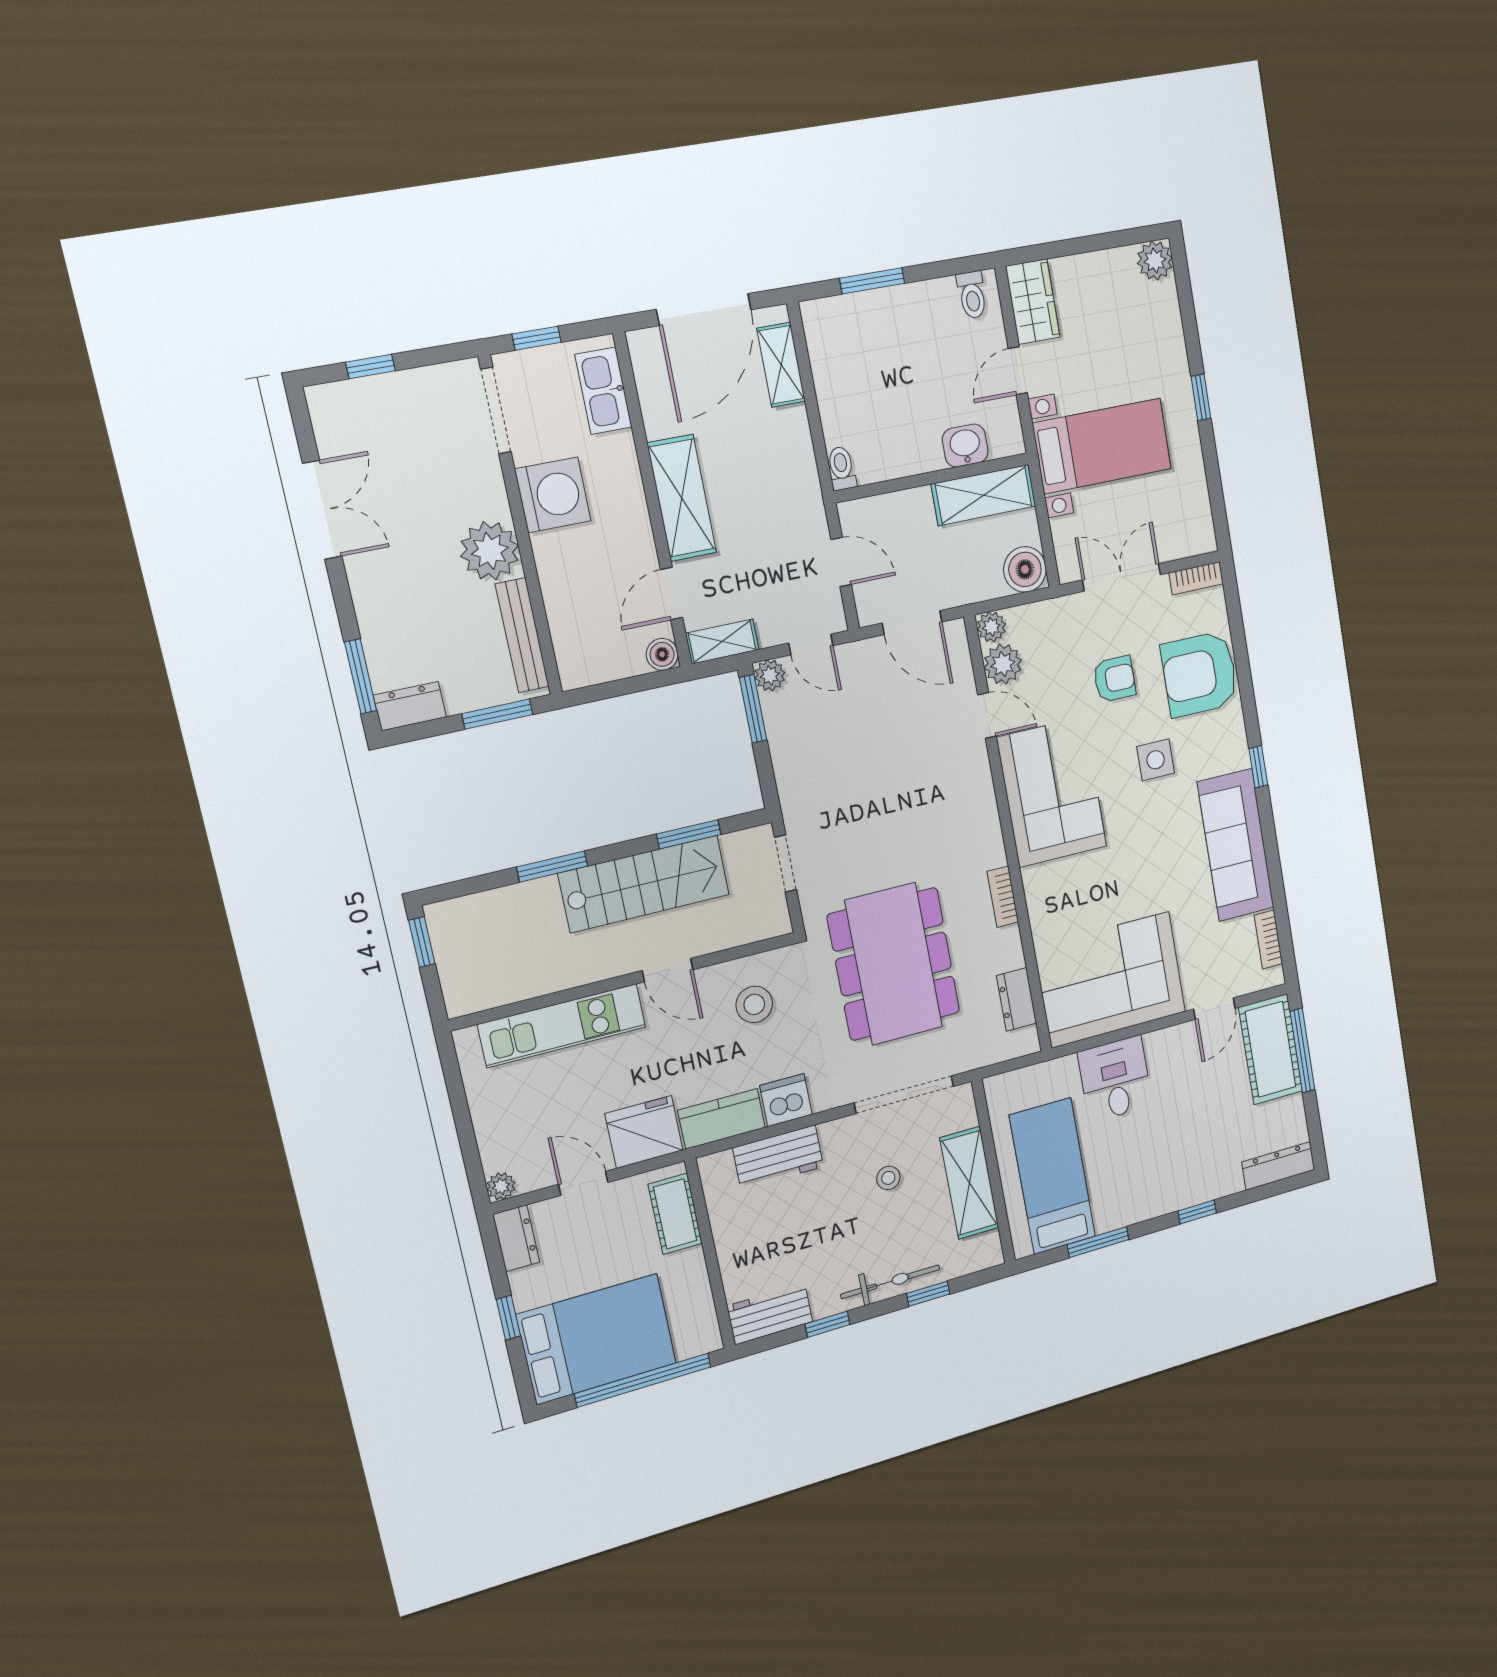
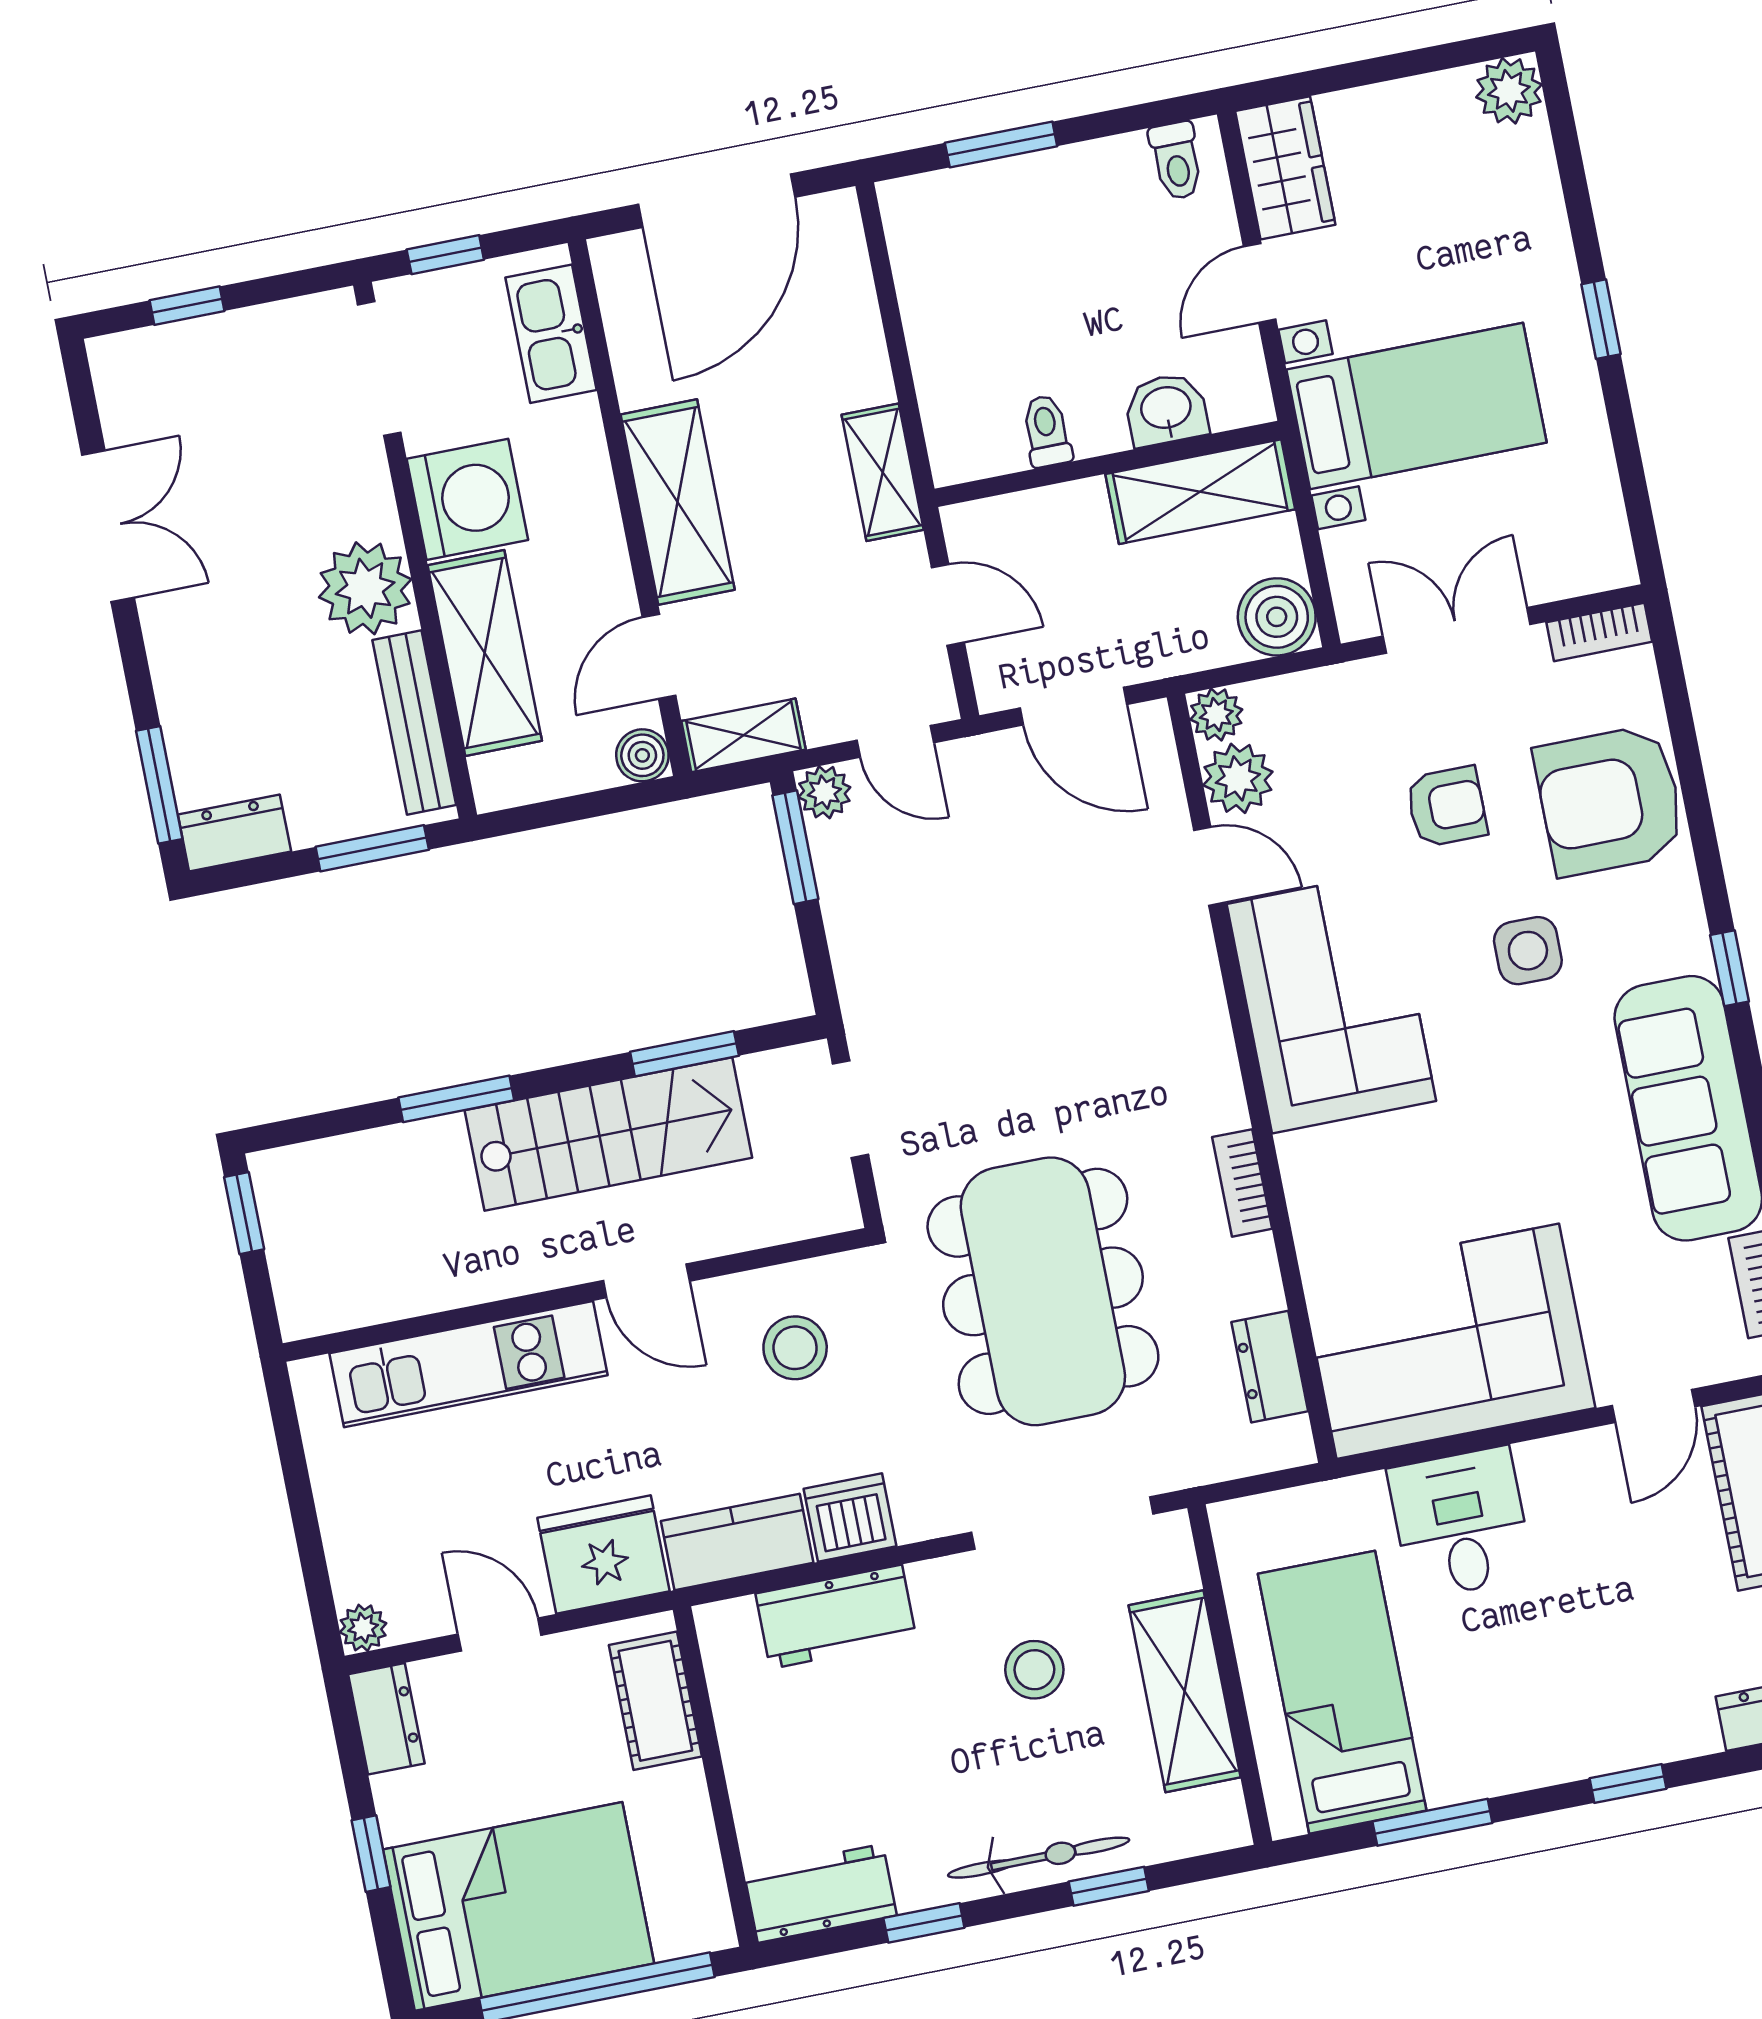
shelving: (781, 365) -> (883, 472), moved
toilet: (842, 468) -> (1047, 431), moved
shelving: (565, 592) -> (485, 653), added
stool: (888, 1178) -> (1034, 1670), width x1.37, depth x1.37

